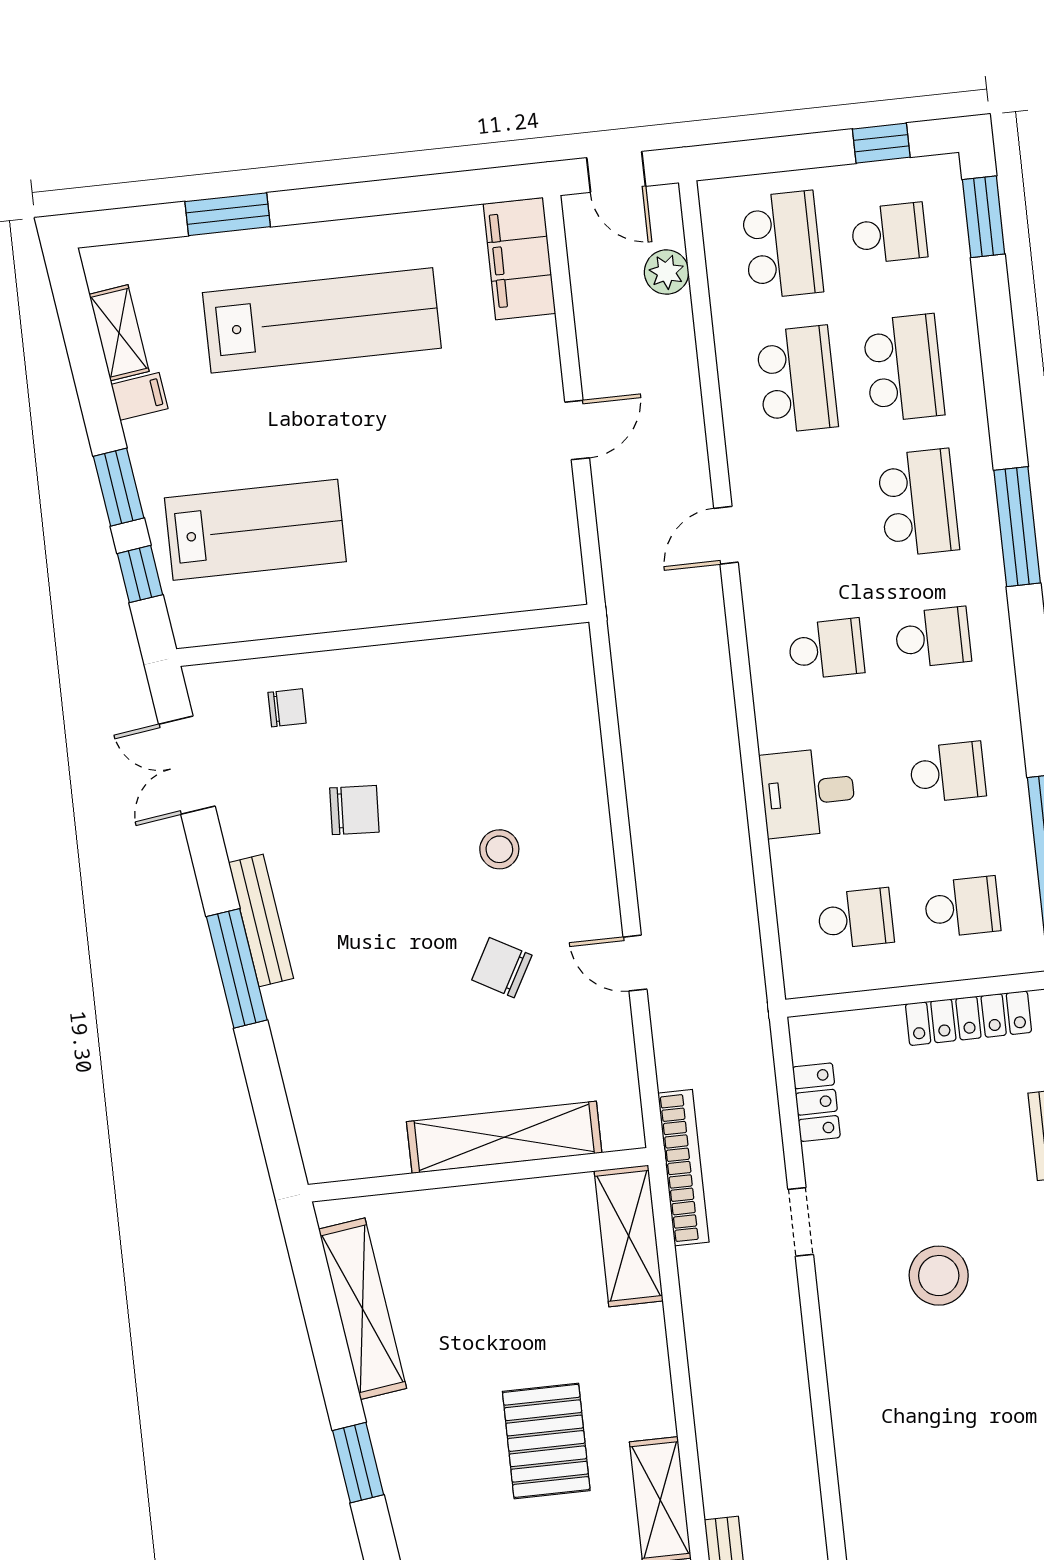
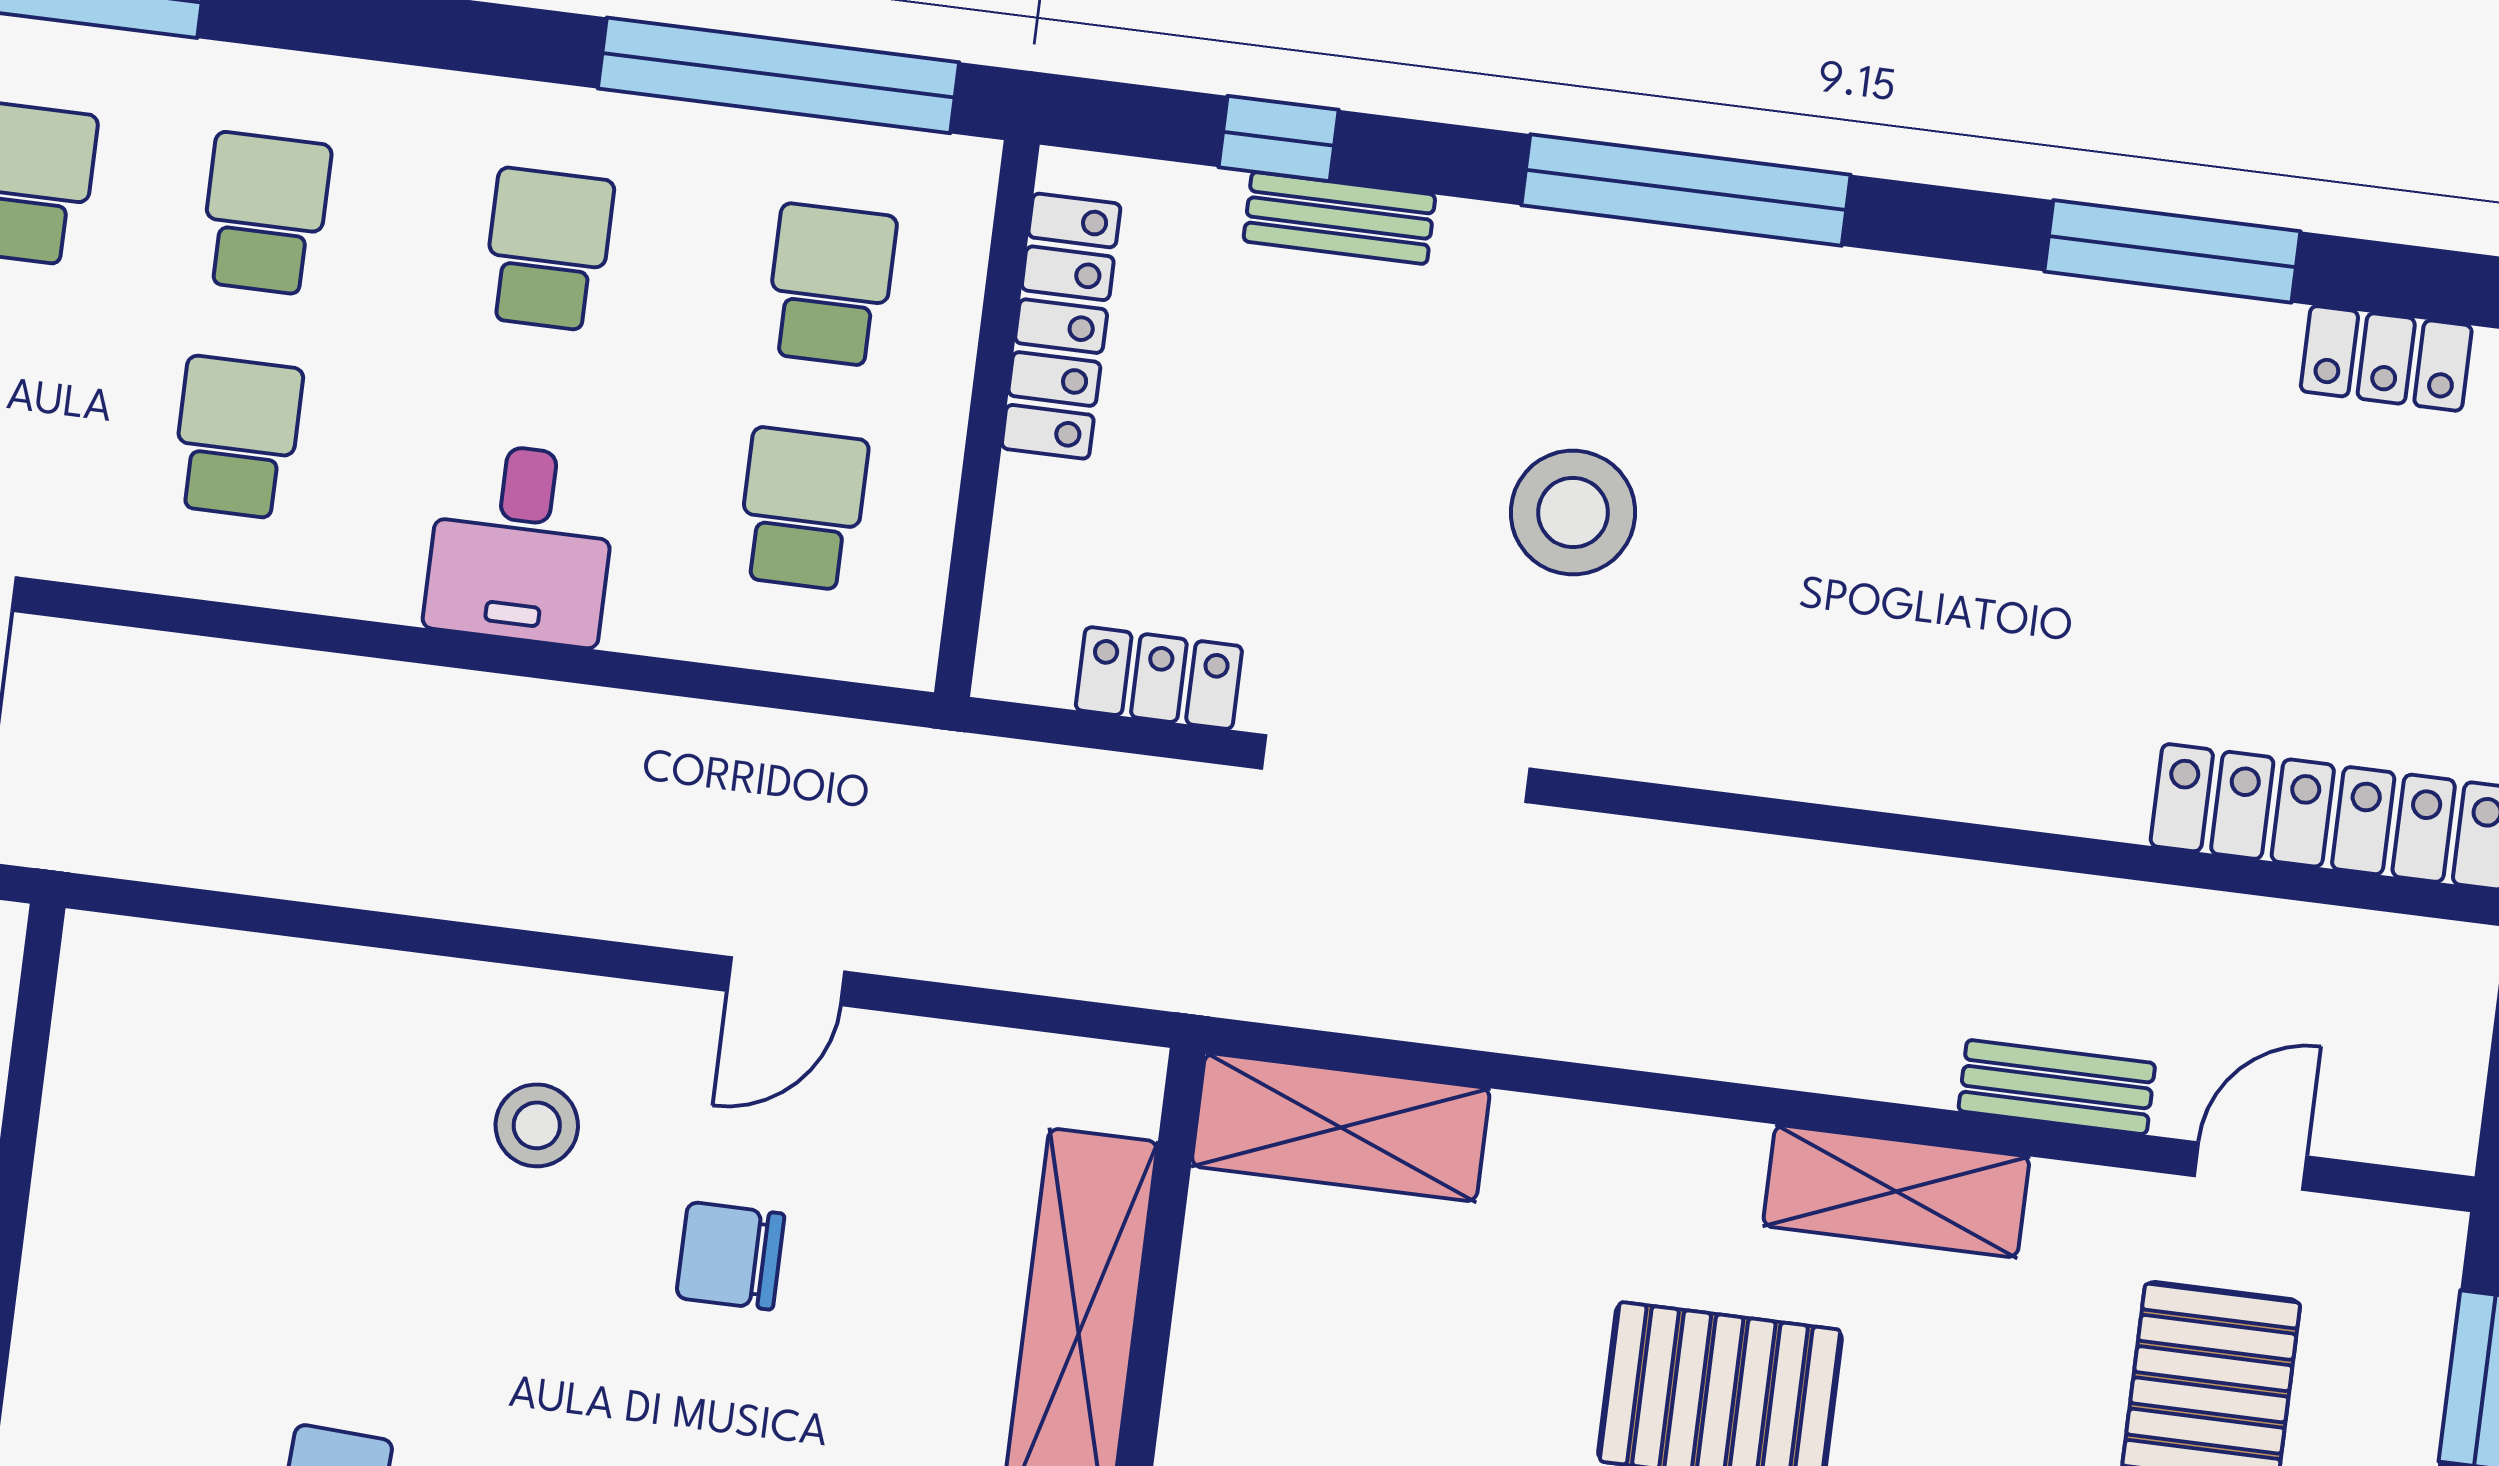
stool: (499, 849) -> (537, 1125), moved
chair: (502, 968) -> (730, 1256), turned 61
bookcase: (683, 1168) -> (1228, 982), removed
doorway: (801, 1222) -> (1396, 769), width x1.87

